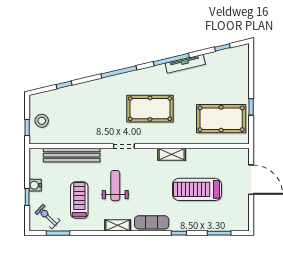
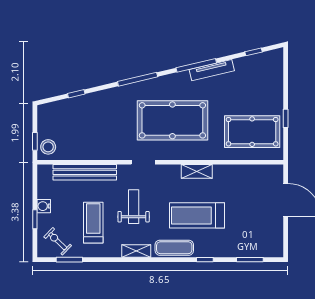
pool table: (150, 109) -> (172, 120), width x1.36, depth x1.32
stool: (42, 121) -> (48, 147), moved
treadmill: (197, 189) -> (197, 215), moved

